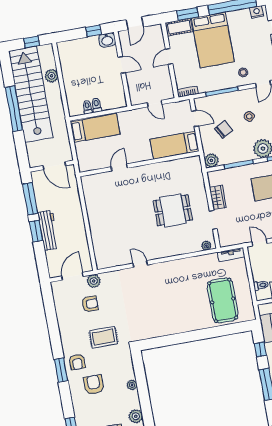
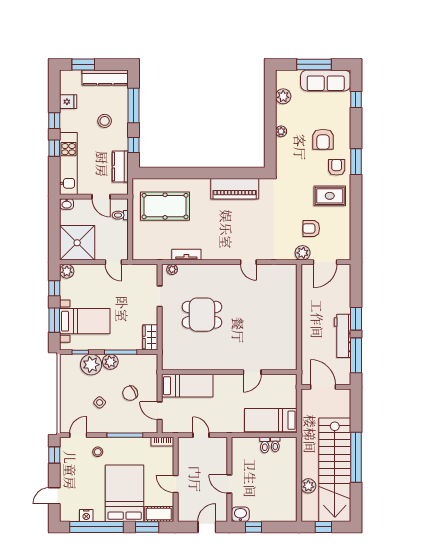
nightstand: (257, 12) -> (86, 515), moved
door: (169, 56) -> (176, 484), swing flipped
plant: (211, 160) -> (110, 362), moved
wardrobe: (218, 197) -> (150, 337), moved
workbench: (48, 230) -> (342, 336), moved
tv unit: (231, 255) -> (186, 255), moved
pool table: (223, 300) -> (165, 206), turned 90
piano: (164, 327) -> (235, 189), added
rug: (103, 337) -> (330, 196), moved

